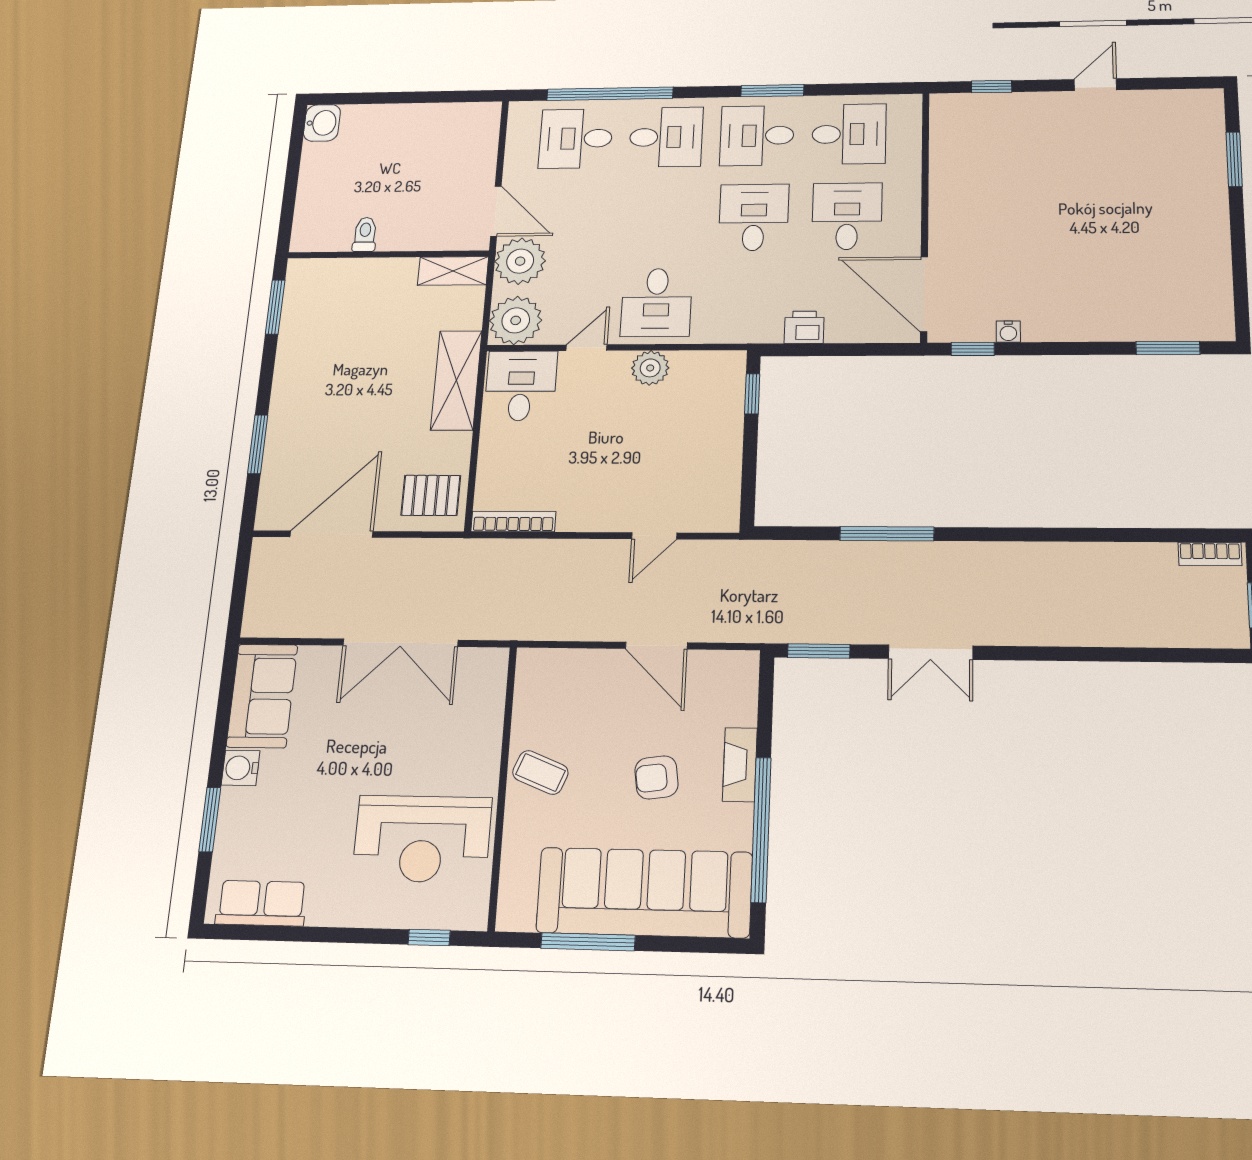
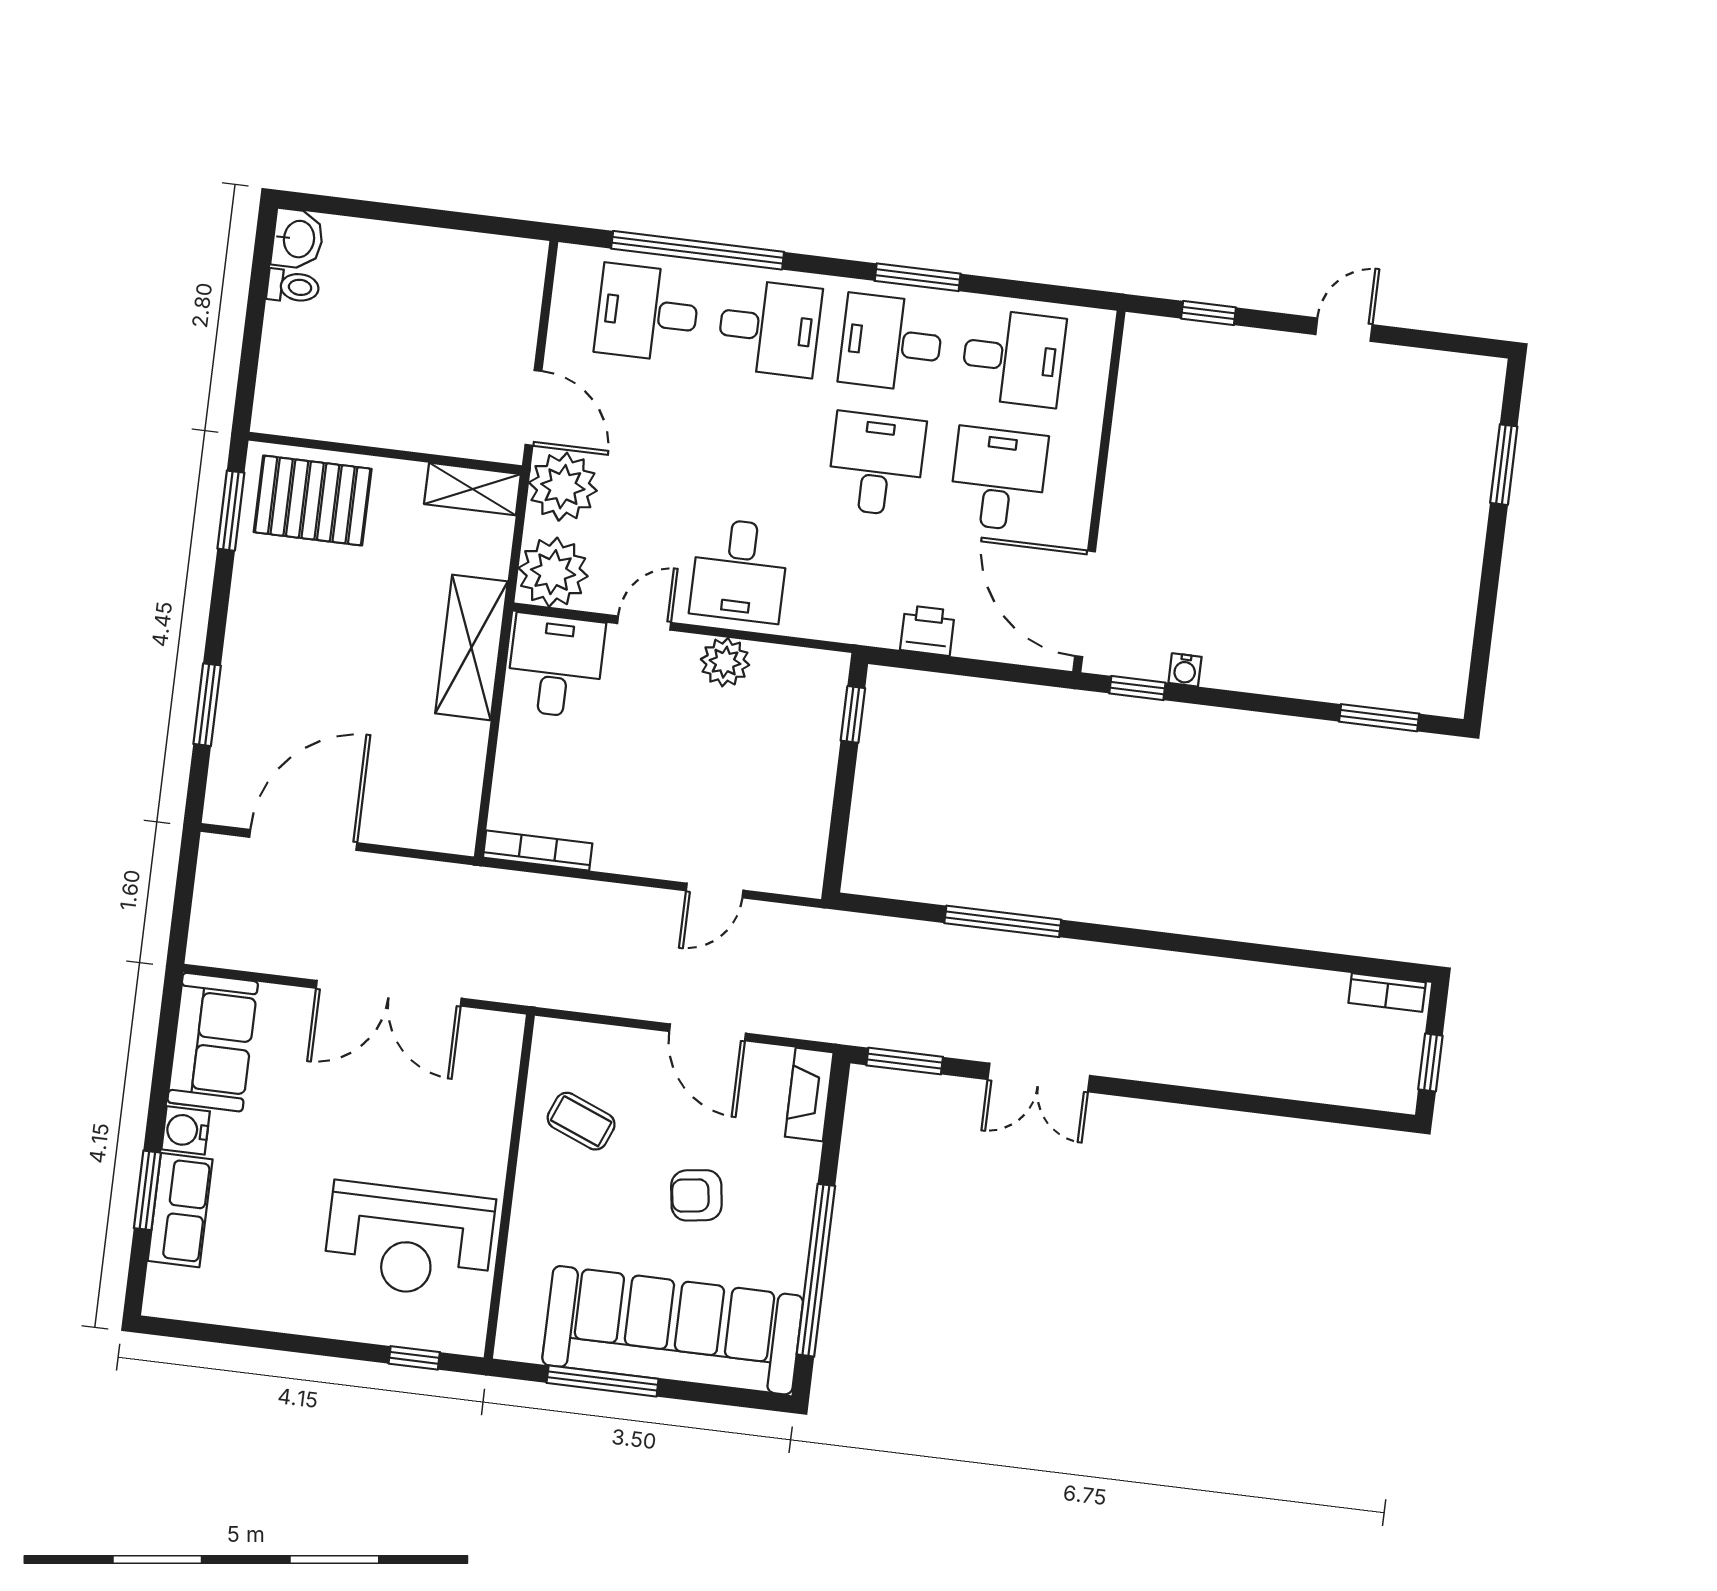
toilet: (365, 235) -> (293, 287), moved, turned 90
pallet: (431, 495) -> (313, 501), moved, width x1.50, depth x1.42
fireplace: (740, 765) -> (809, 1095), moved
coffee table: (540, 772) -> (581, 1121), moved
row of seats: (261, 903) -> (180, 1210), moved, turned 90

